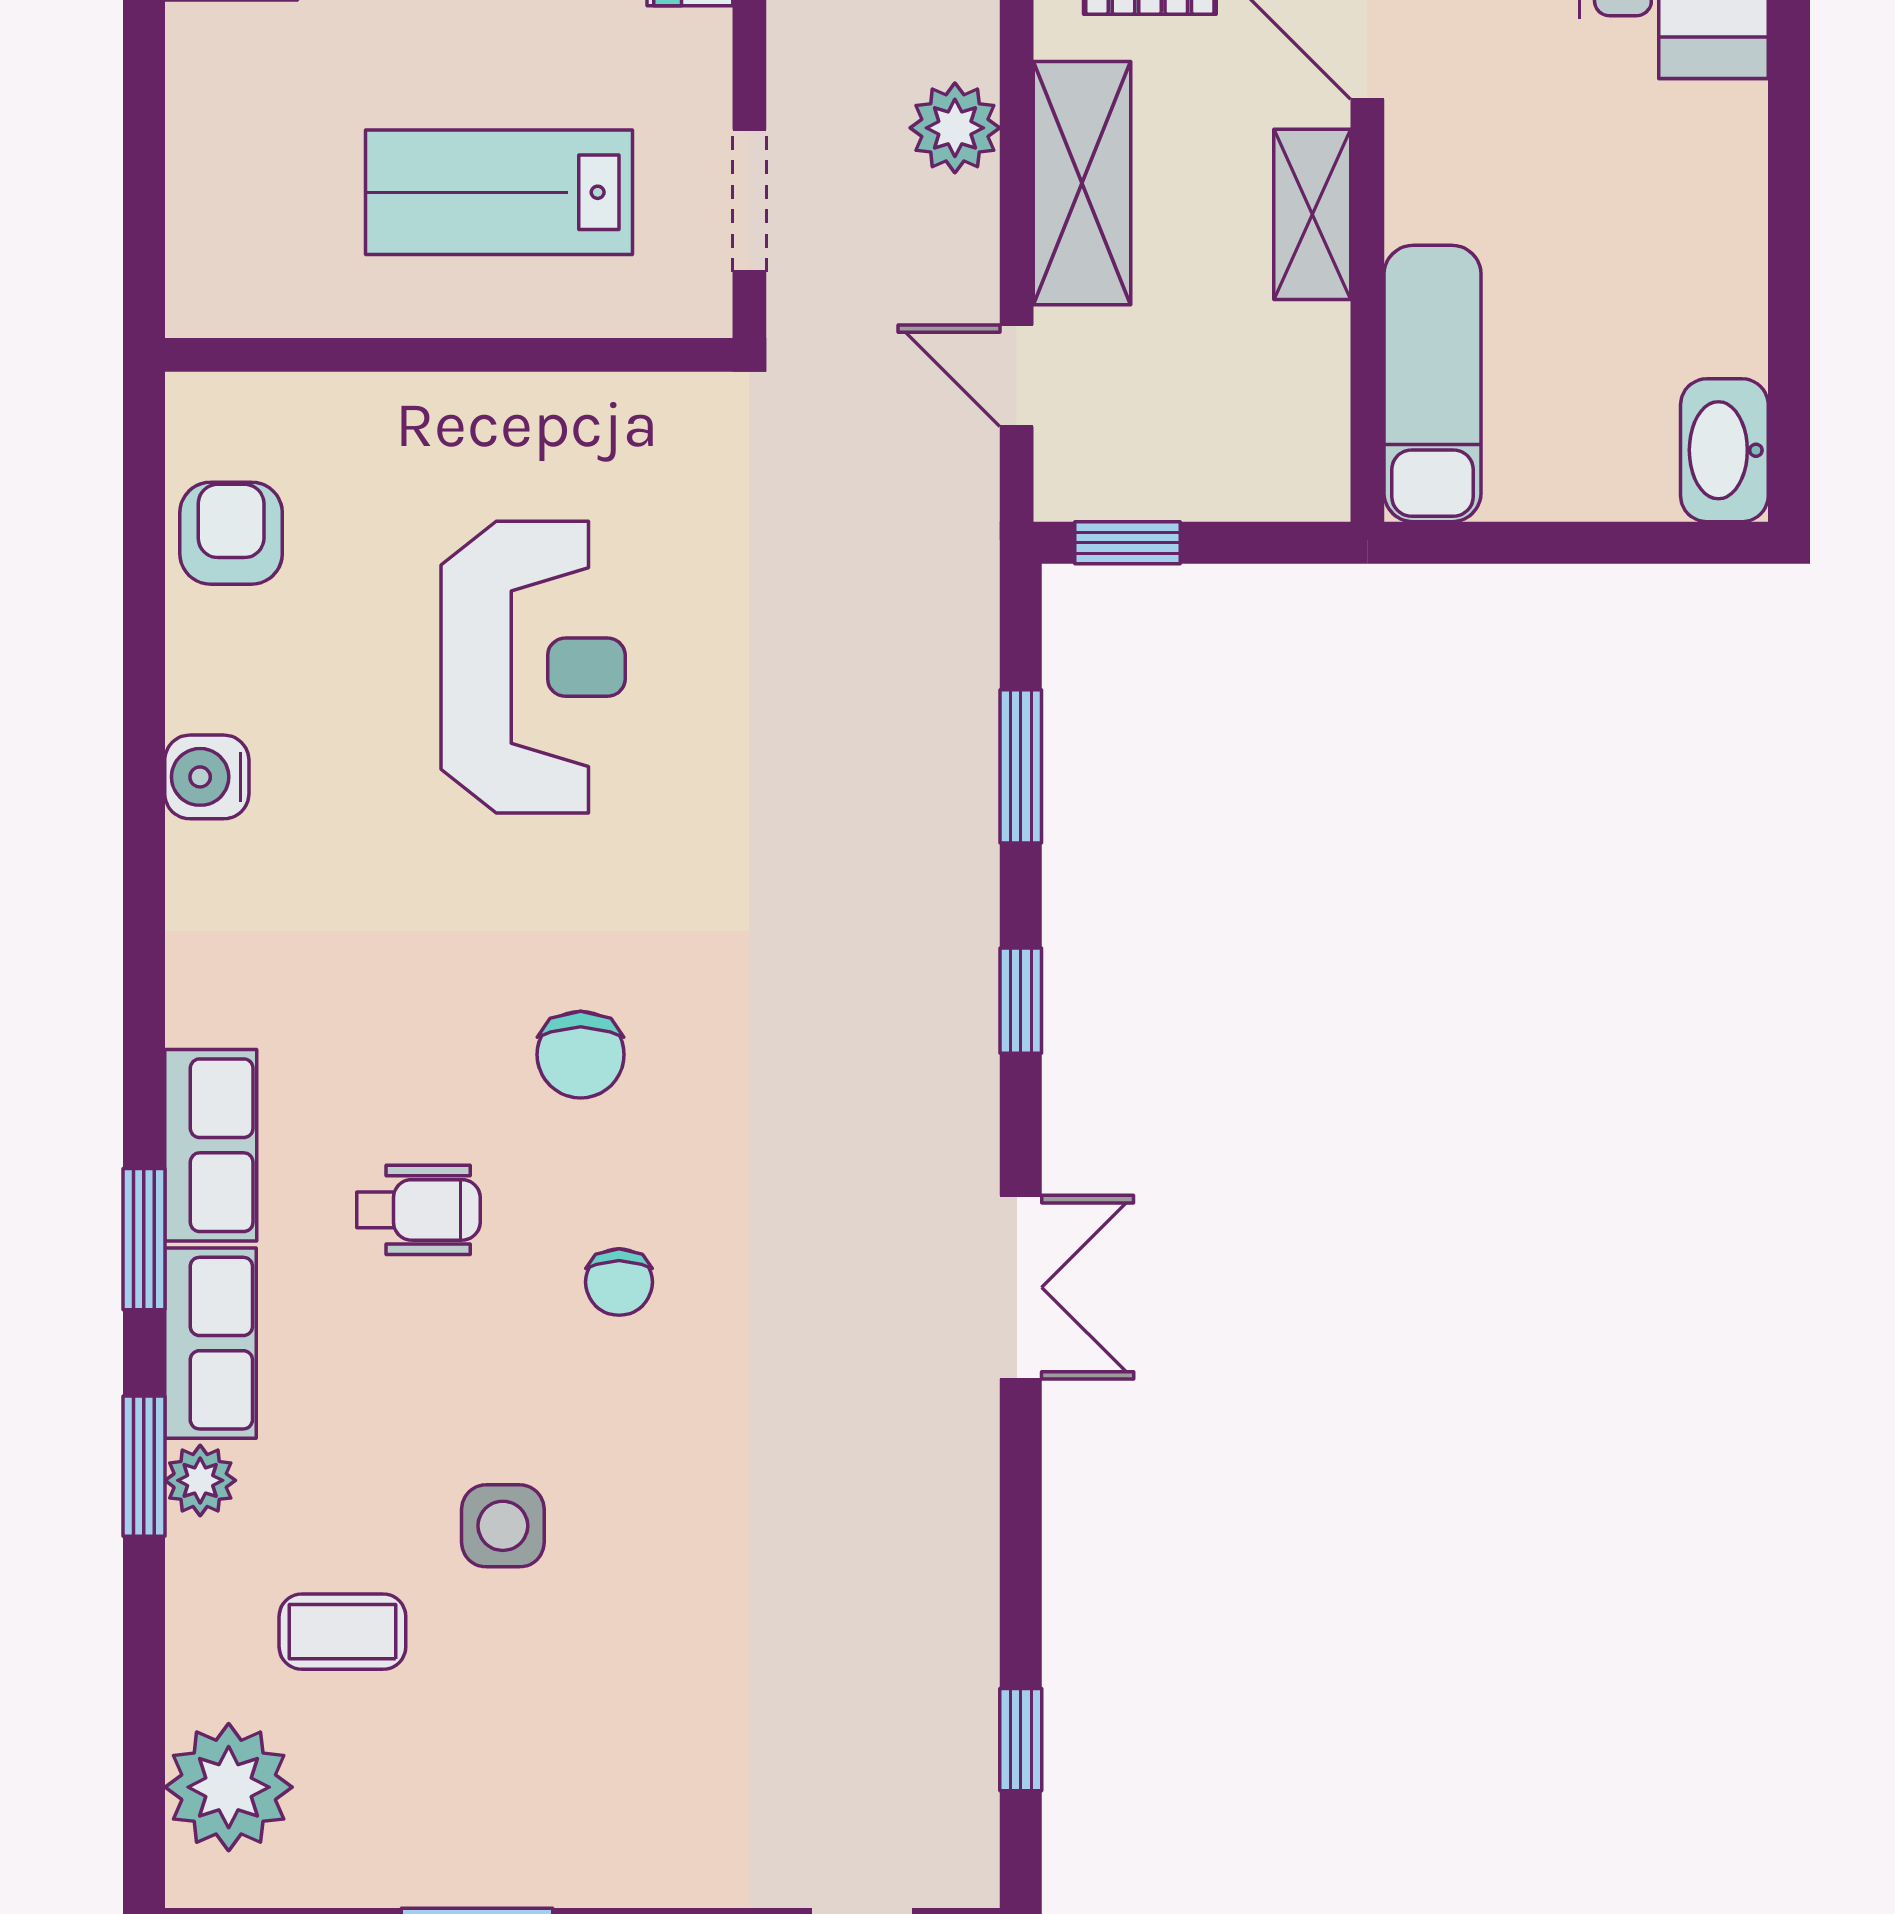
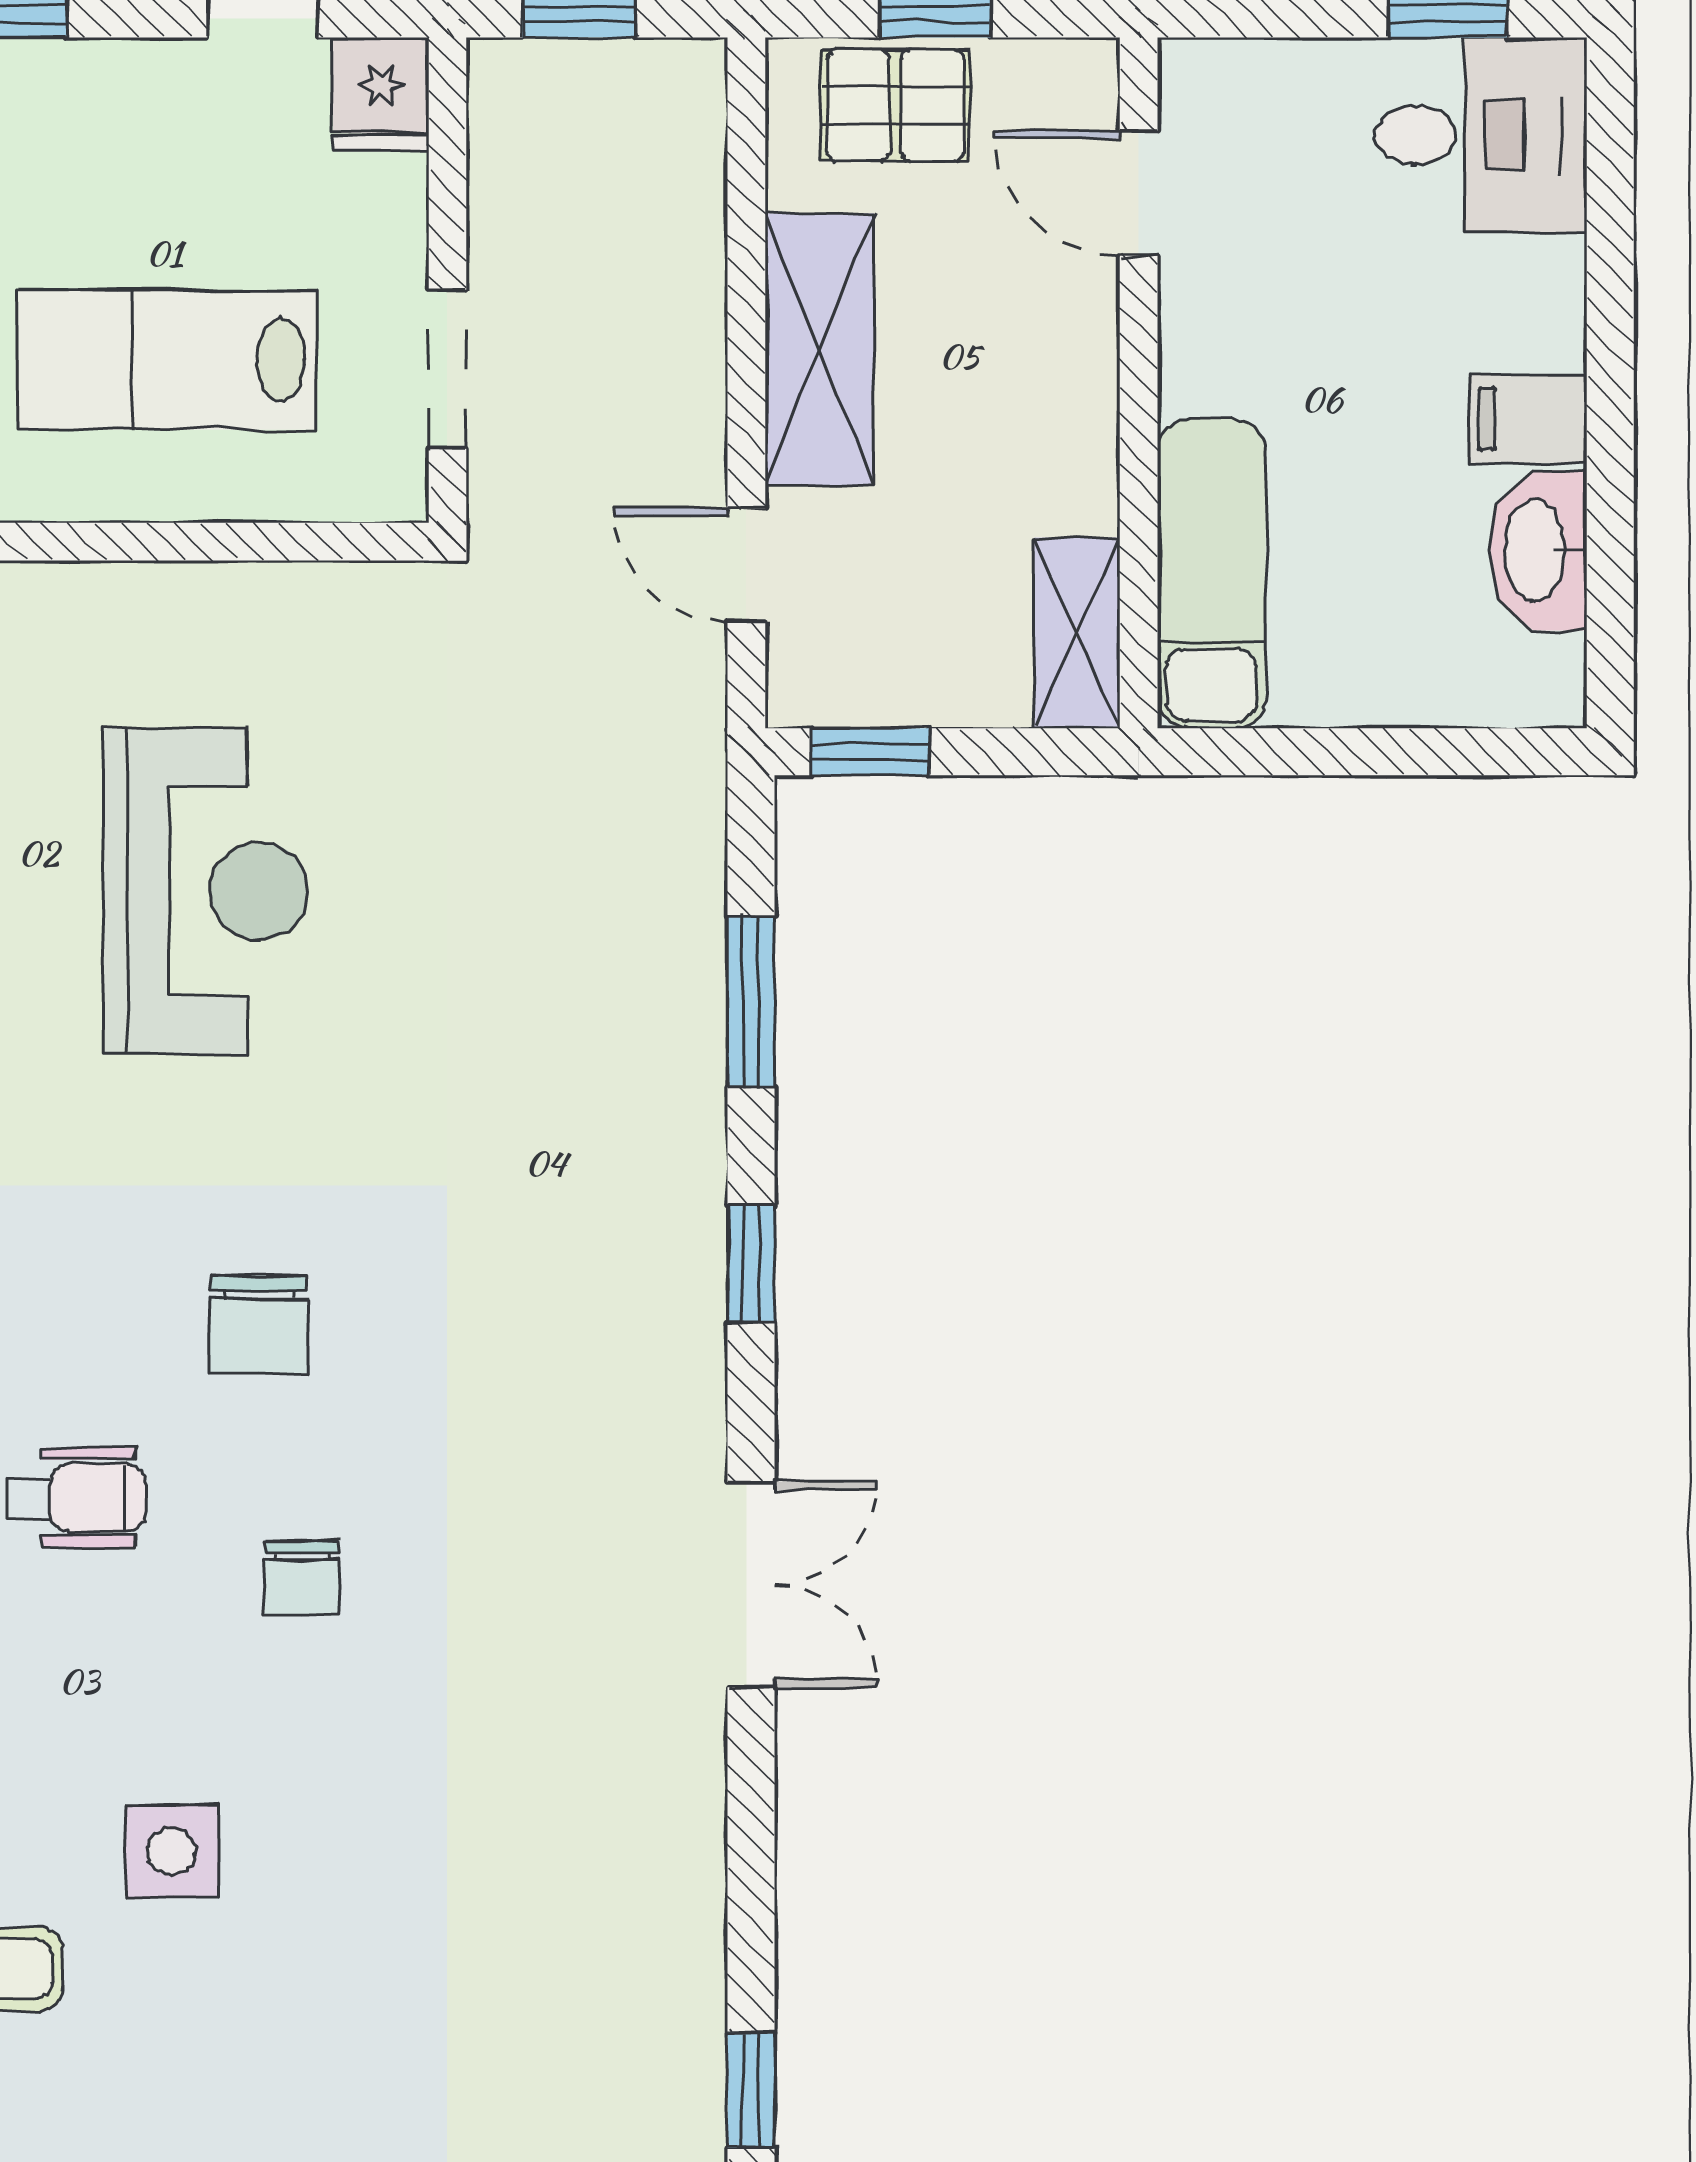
plant: (955, 128) -> (677, 288), removed
shelving: (1312, 214) -> (1077, 633), moved
filing cabinet: (1716, 245) -> (1528, 419), added
washbasin: (1724, 450) -> (1538, 550), moved

